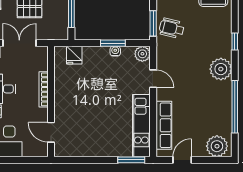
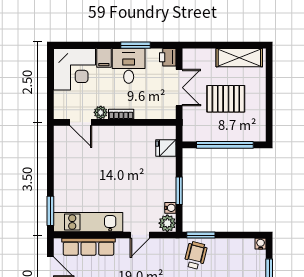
water cooler: (115, 51) -> (170, 208), moved
bookcase: (44, 89) -> (121, 114), width x0.64
plant: (42, 114) -> (101, 112), added
door: (51, 132) -> (81, 122), swing flipped

